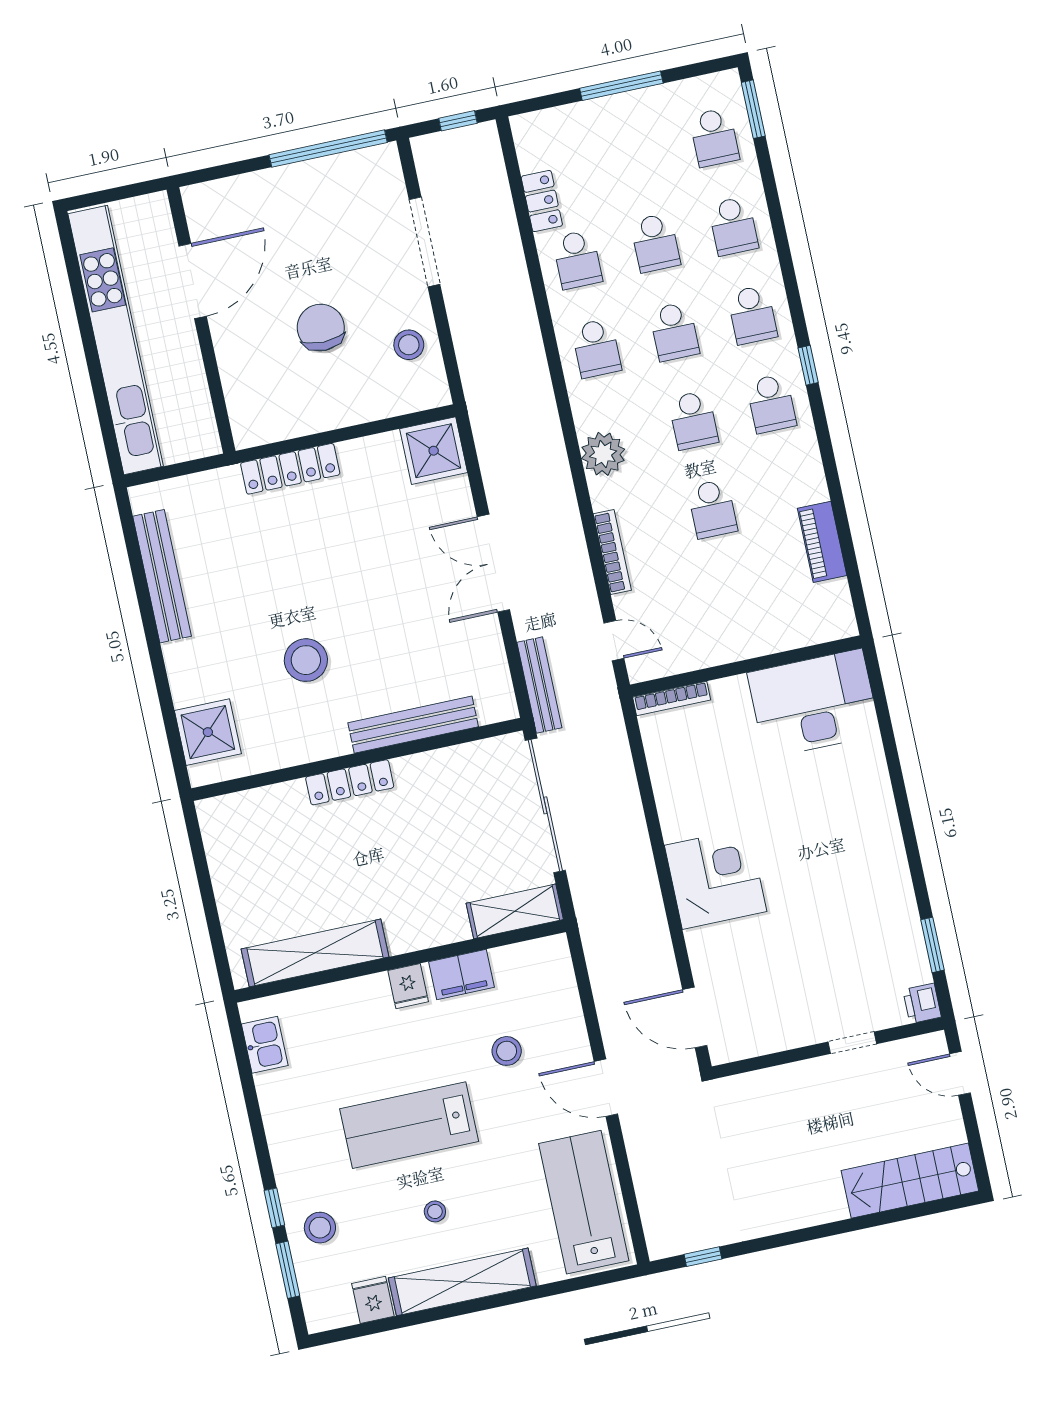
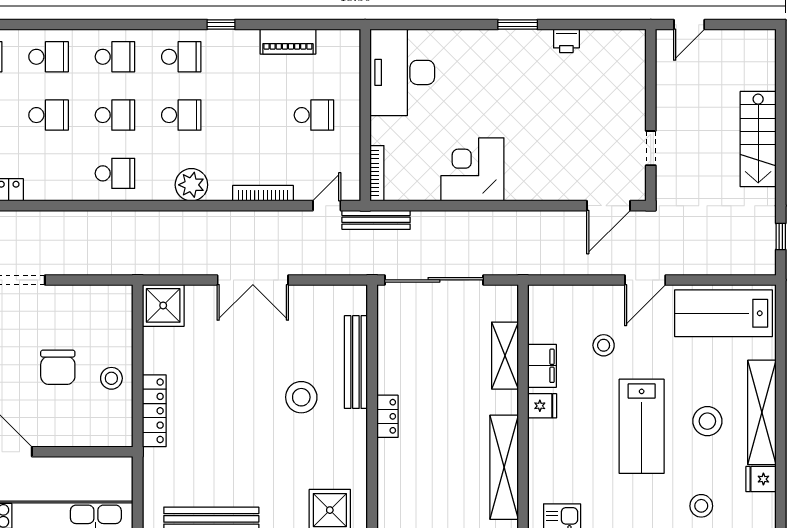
school desk: (577, 260) -> (49, 173), removed
chair: (321, 327) -> (58, 367), turned -90
stool: (409, 345) -> (111, 378), moved
window: (808, 365) -> (221, 25), moved
school desk: (712, 509) -> (314, 115), moved
stool: (306, 660) -> (301, 397), moved
bench: (539, 685) -> (376, 220), moved
locker: (350, 782) -> (387, 416), width x0.66
corner desk: (716, 878) -> (472, 169), moved
shelving: (515, 911) -> (505, 356), moved
window: (932, 945) -> (518, 25), moved
printer: (922, 1003) -> (566, 41), moved
doorway: (852, 1043) -> (651, 148), moved
stairs: (910, 1181) -> (758, 139), moved
stool: (435, 1211) -> (707, 421), width x1.89, depth x1.89

